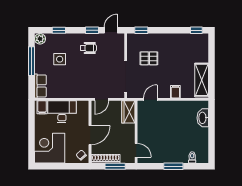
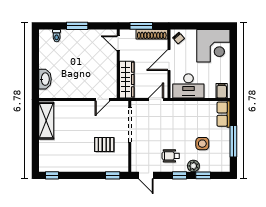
window: (92, 30) -> (179, 175), moved
door: (111, 30) -> (146, 175), hinge flipped
plant: (40, 39) -> (193, 166), moved
filing cabinet: (175, 92) -> (75, 108), removed
desk: (62, 112) -> (188, 86), moved
wardrobe: (128, 112) -> (127, 80), width x1.50

